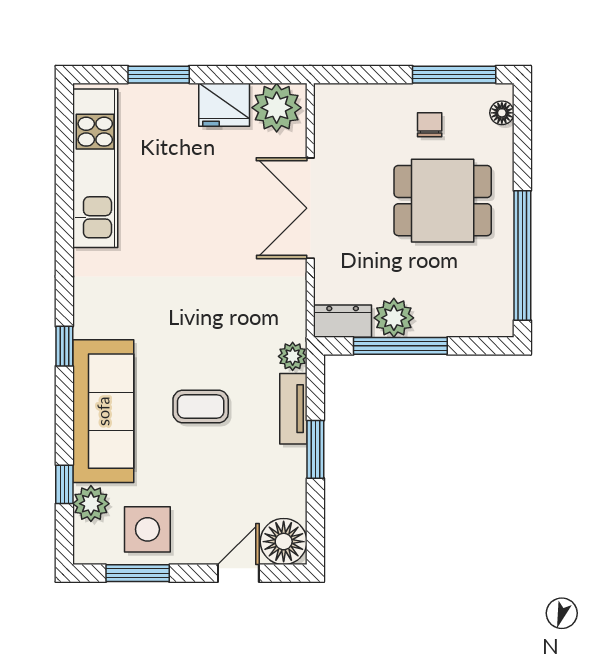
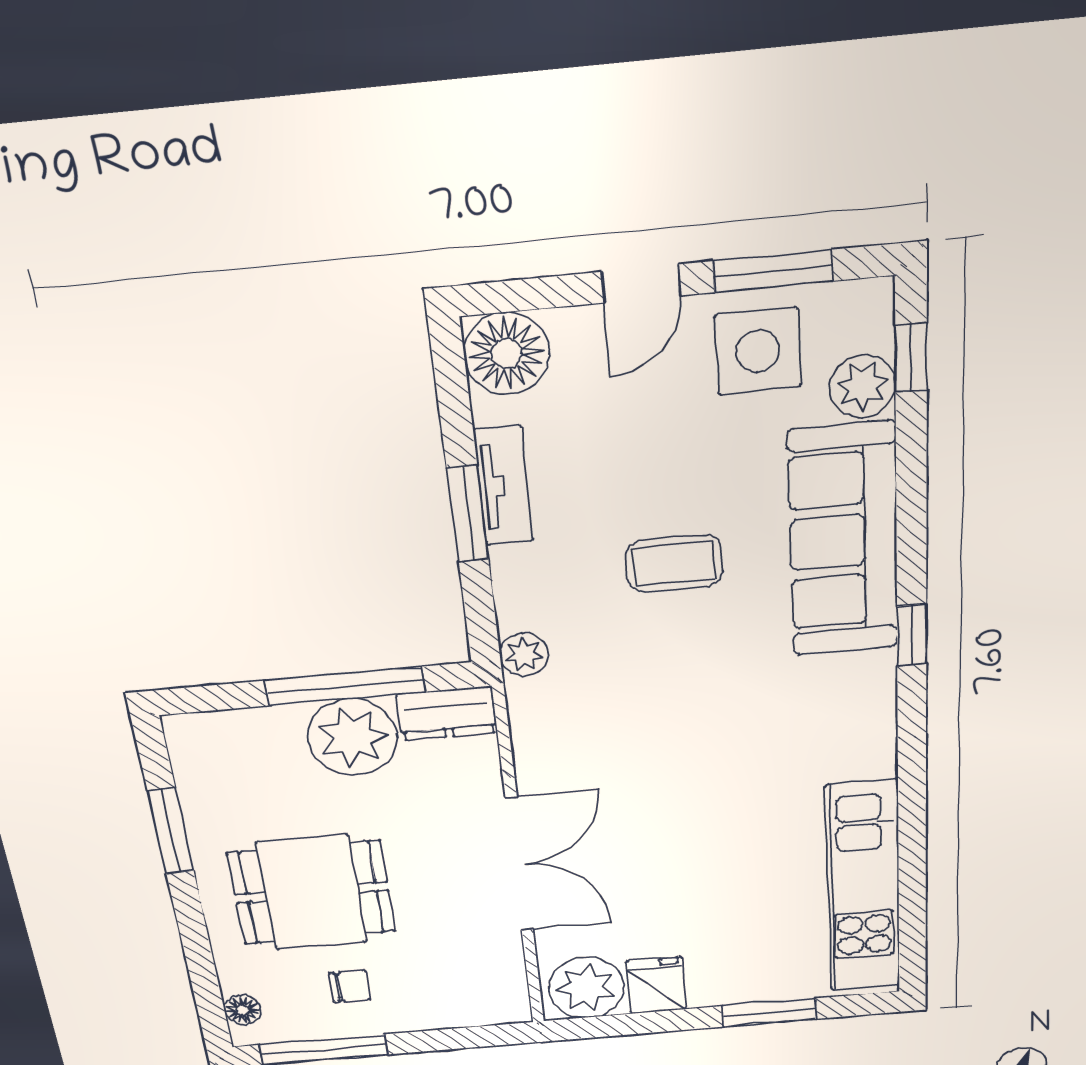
fridge: (224, 105) -> (656, 985), width x0.72
chair: (430, 125) -> (350, 986), turned -90
window: (522, 255) -> (171, 831), width x0.47
plant: (394, 318) -> (353, 737), width x1.36, depth x1.36
tv unit: (293, 409) -> (504, 486), moved
window: (64, 484) -> (911, 358), moved
door: (238, 573) -> (641, 284), moved

